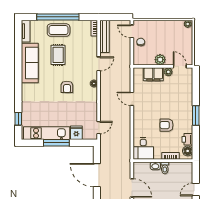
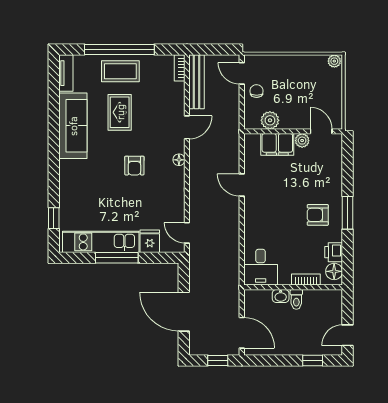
plant: (160, 60) -> (270, 120), moved
armchair: (166, 125) -> (318, 215), moved
door: (99, 128) -> (187, 233), swing flipped

